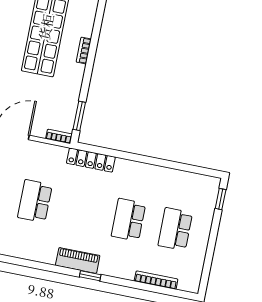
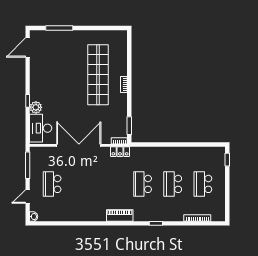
locker: (91, 160) -> (120, 152), moved, width x0.66
school desk: (35, 201) -> (143, 184), moved
piano: (78, 260) -> (120, 215), moved

